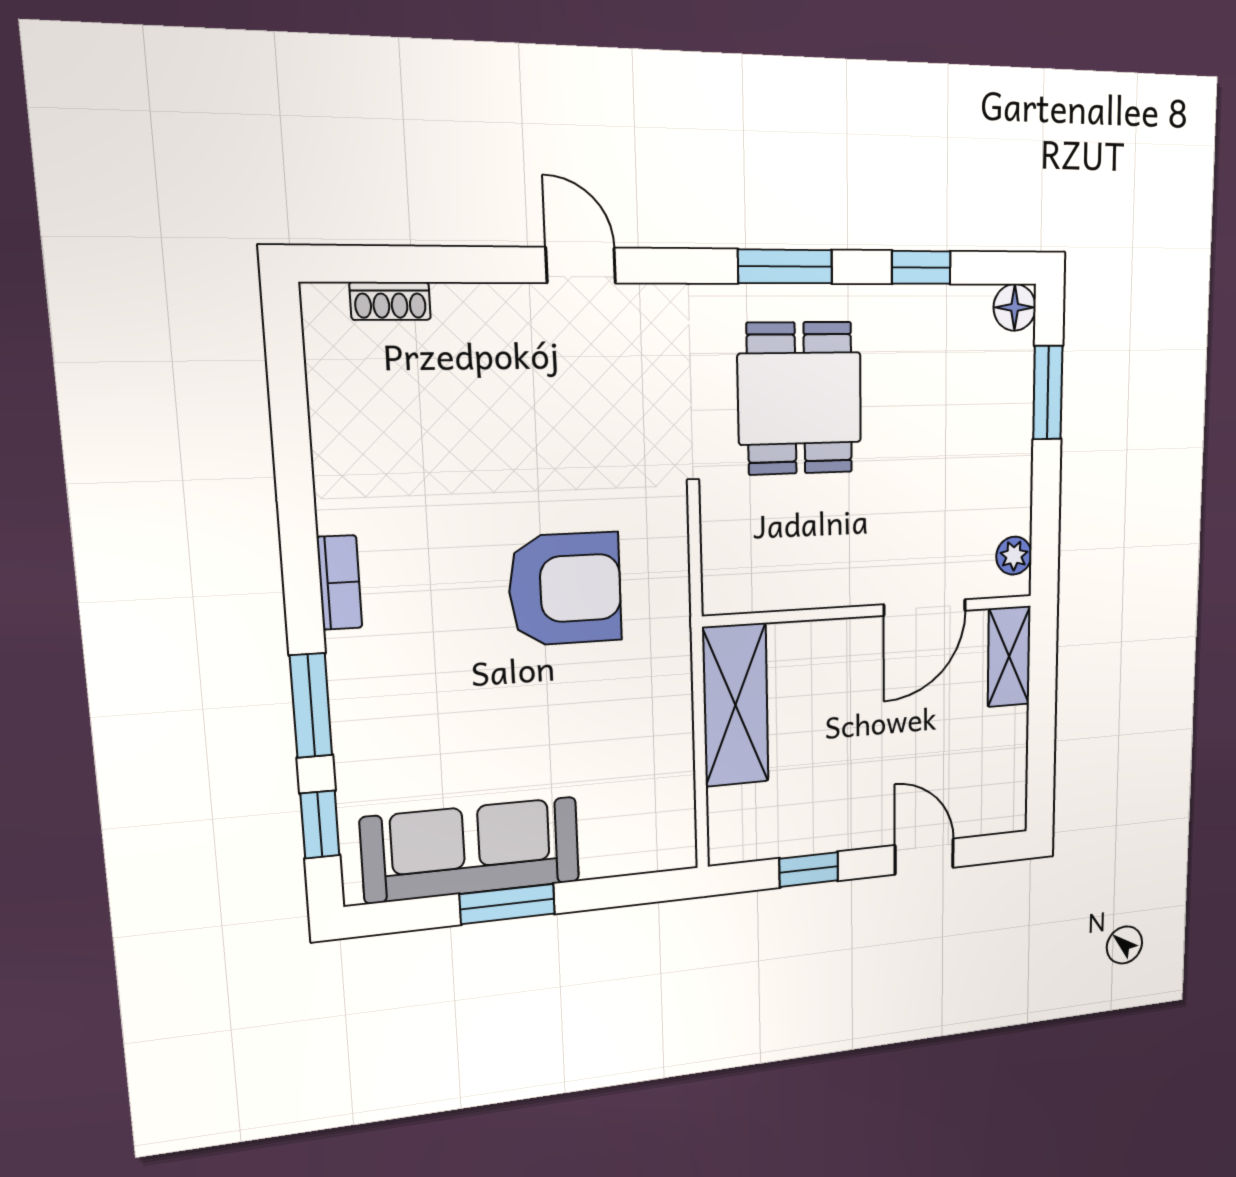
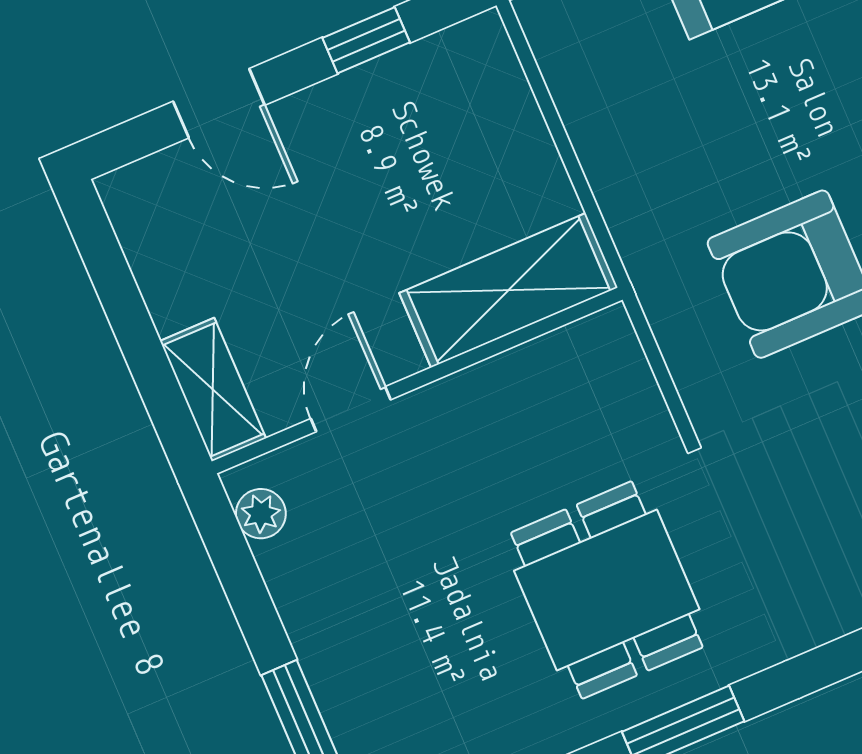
door: (925, 608) -> (351, 409), width x0.73
shelving: (736, 705) -> (508, 290), moved, turned 90

